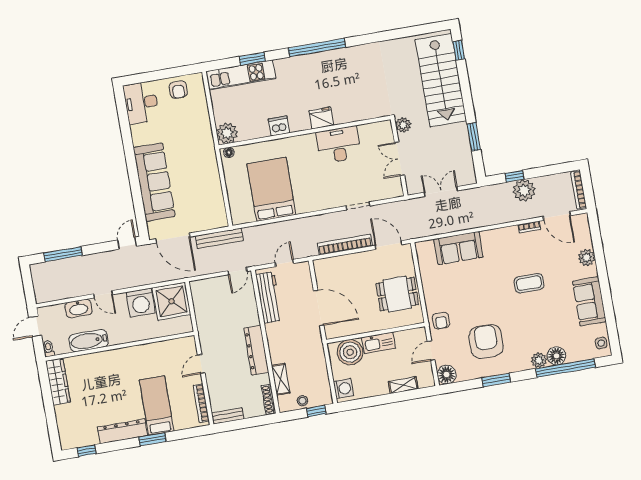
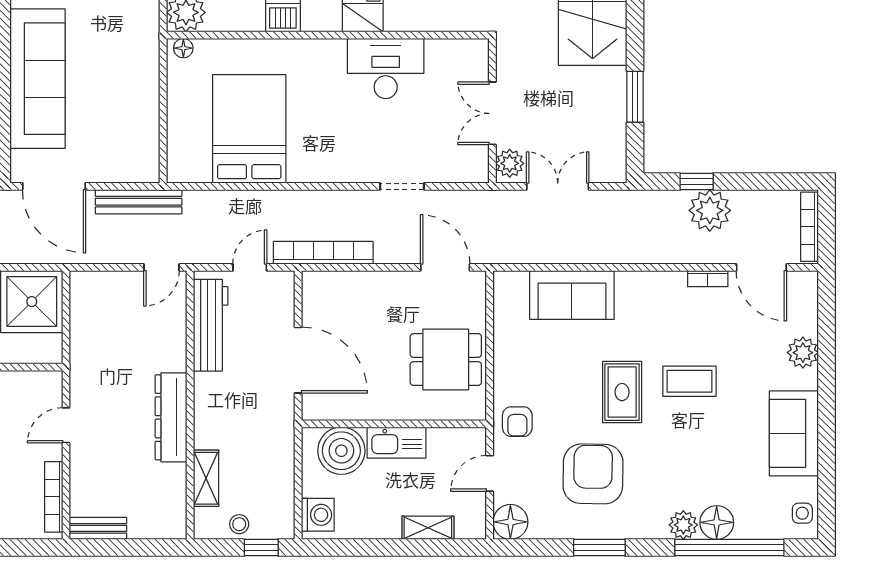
plant: (403, 125) -> (510, 163), moved
bookcase: (345, 245) -> (323, 253), moved
rug: (494, 295) -> (622, 392), added
shoe rack: (268, 399) -> (178, 511), removed

